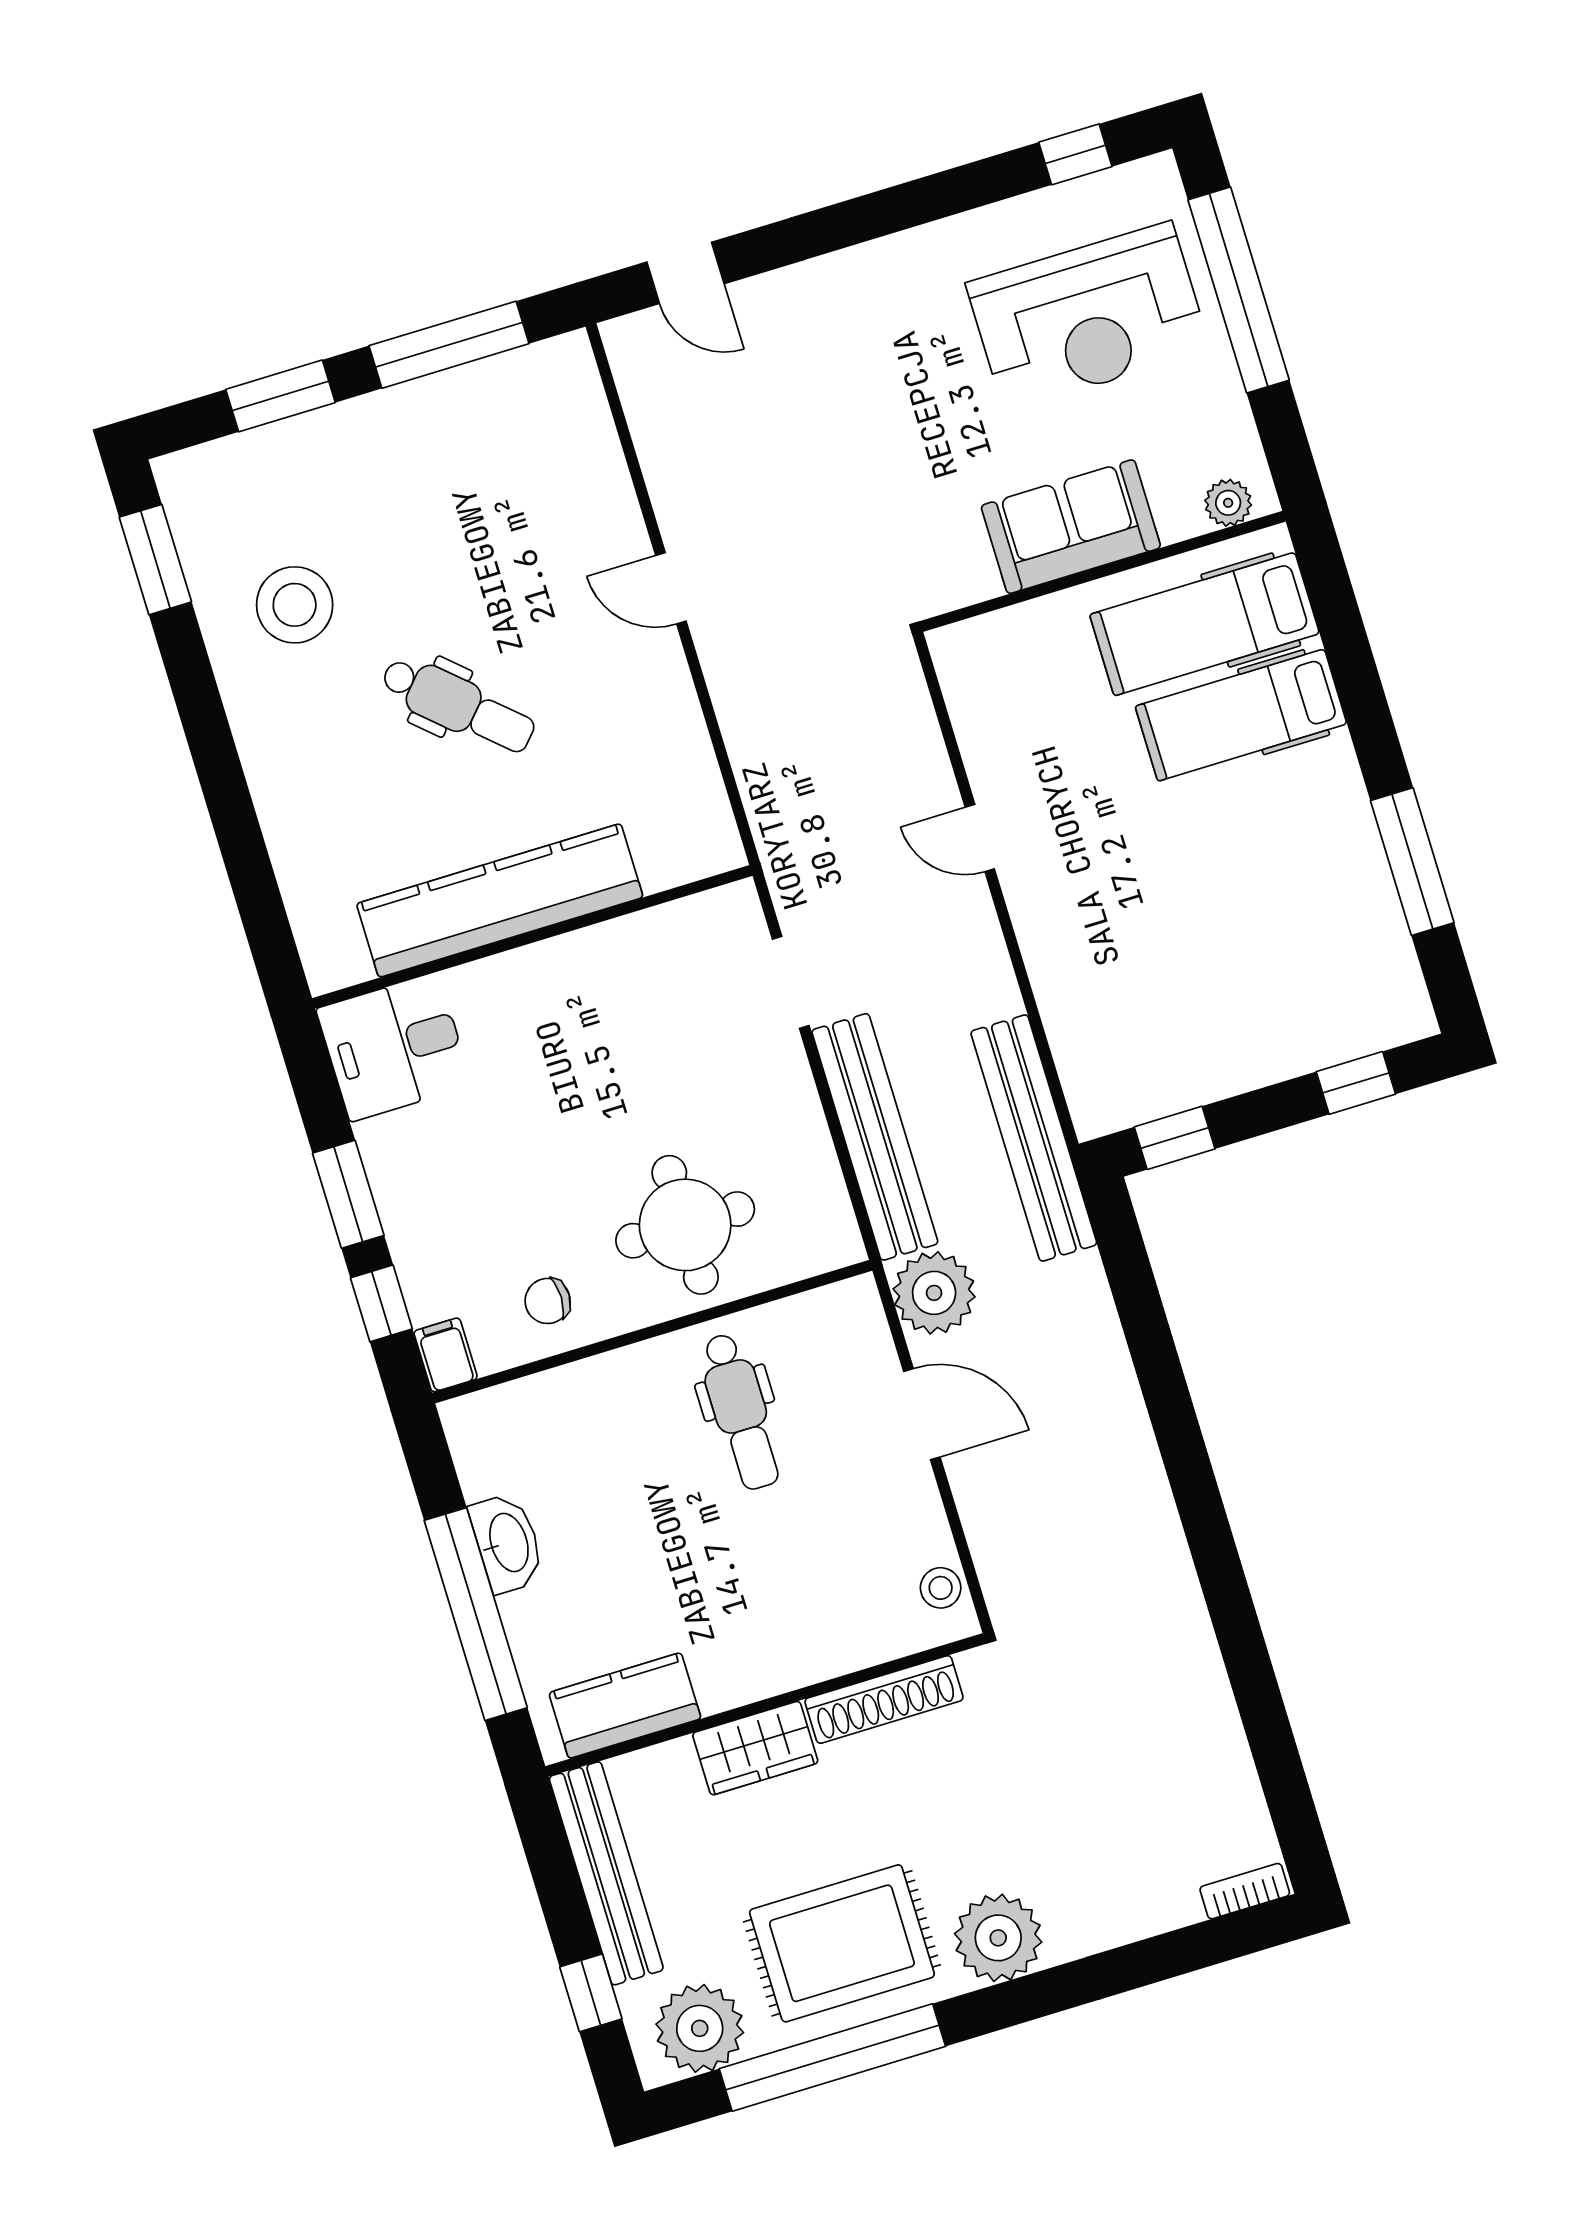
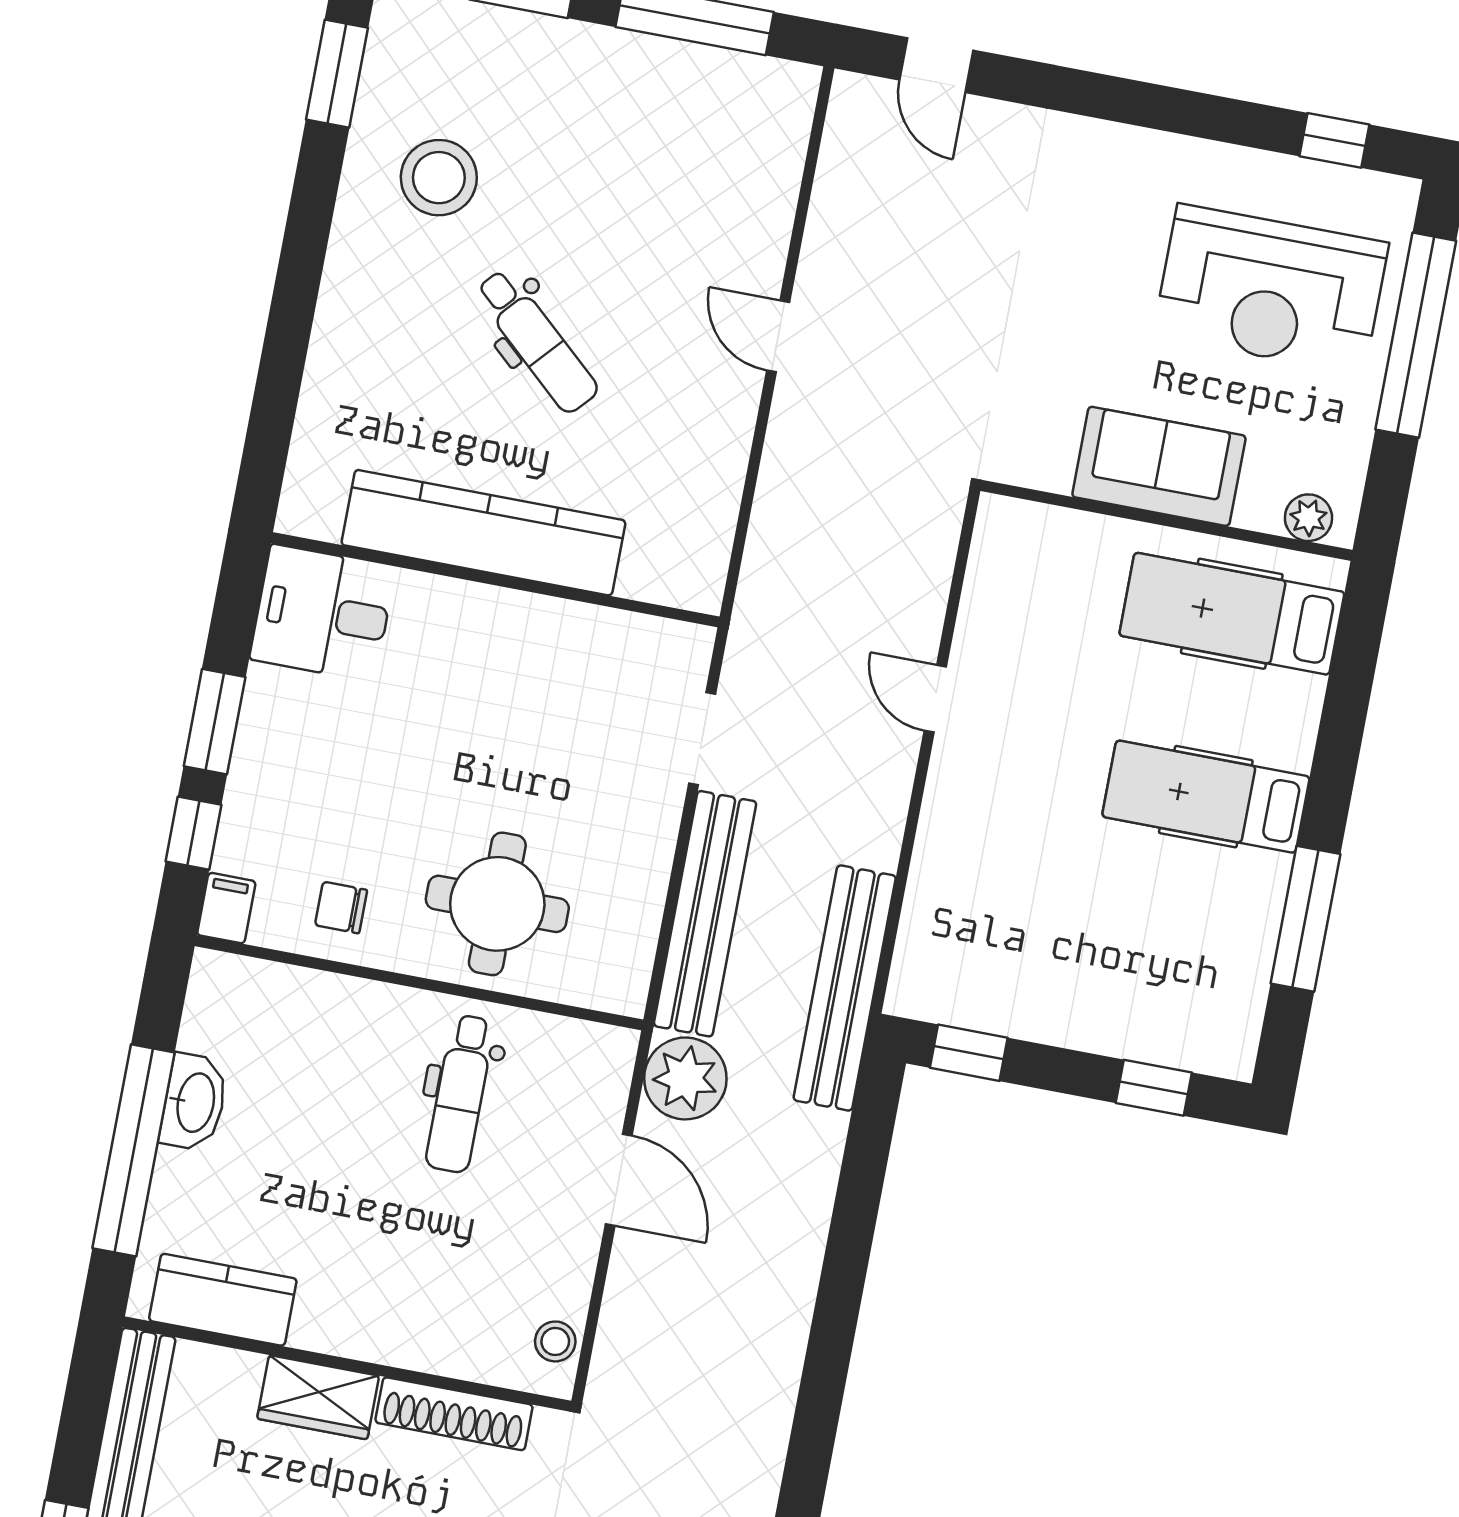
hospital bed: (1241, 715) -> (1206, 797), moved

